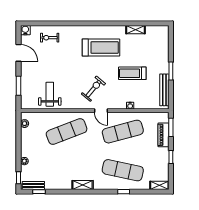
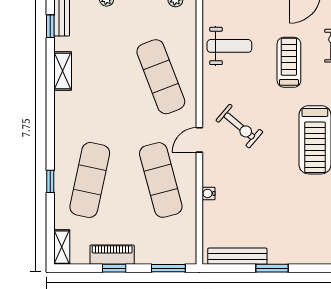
treadmill: (132, 73) -> (289, 62), moved
piano: (163, 135) -> (112, 255), moved
shelving: (83, 185) -> (63, 71), moved

